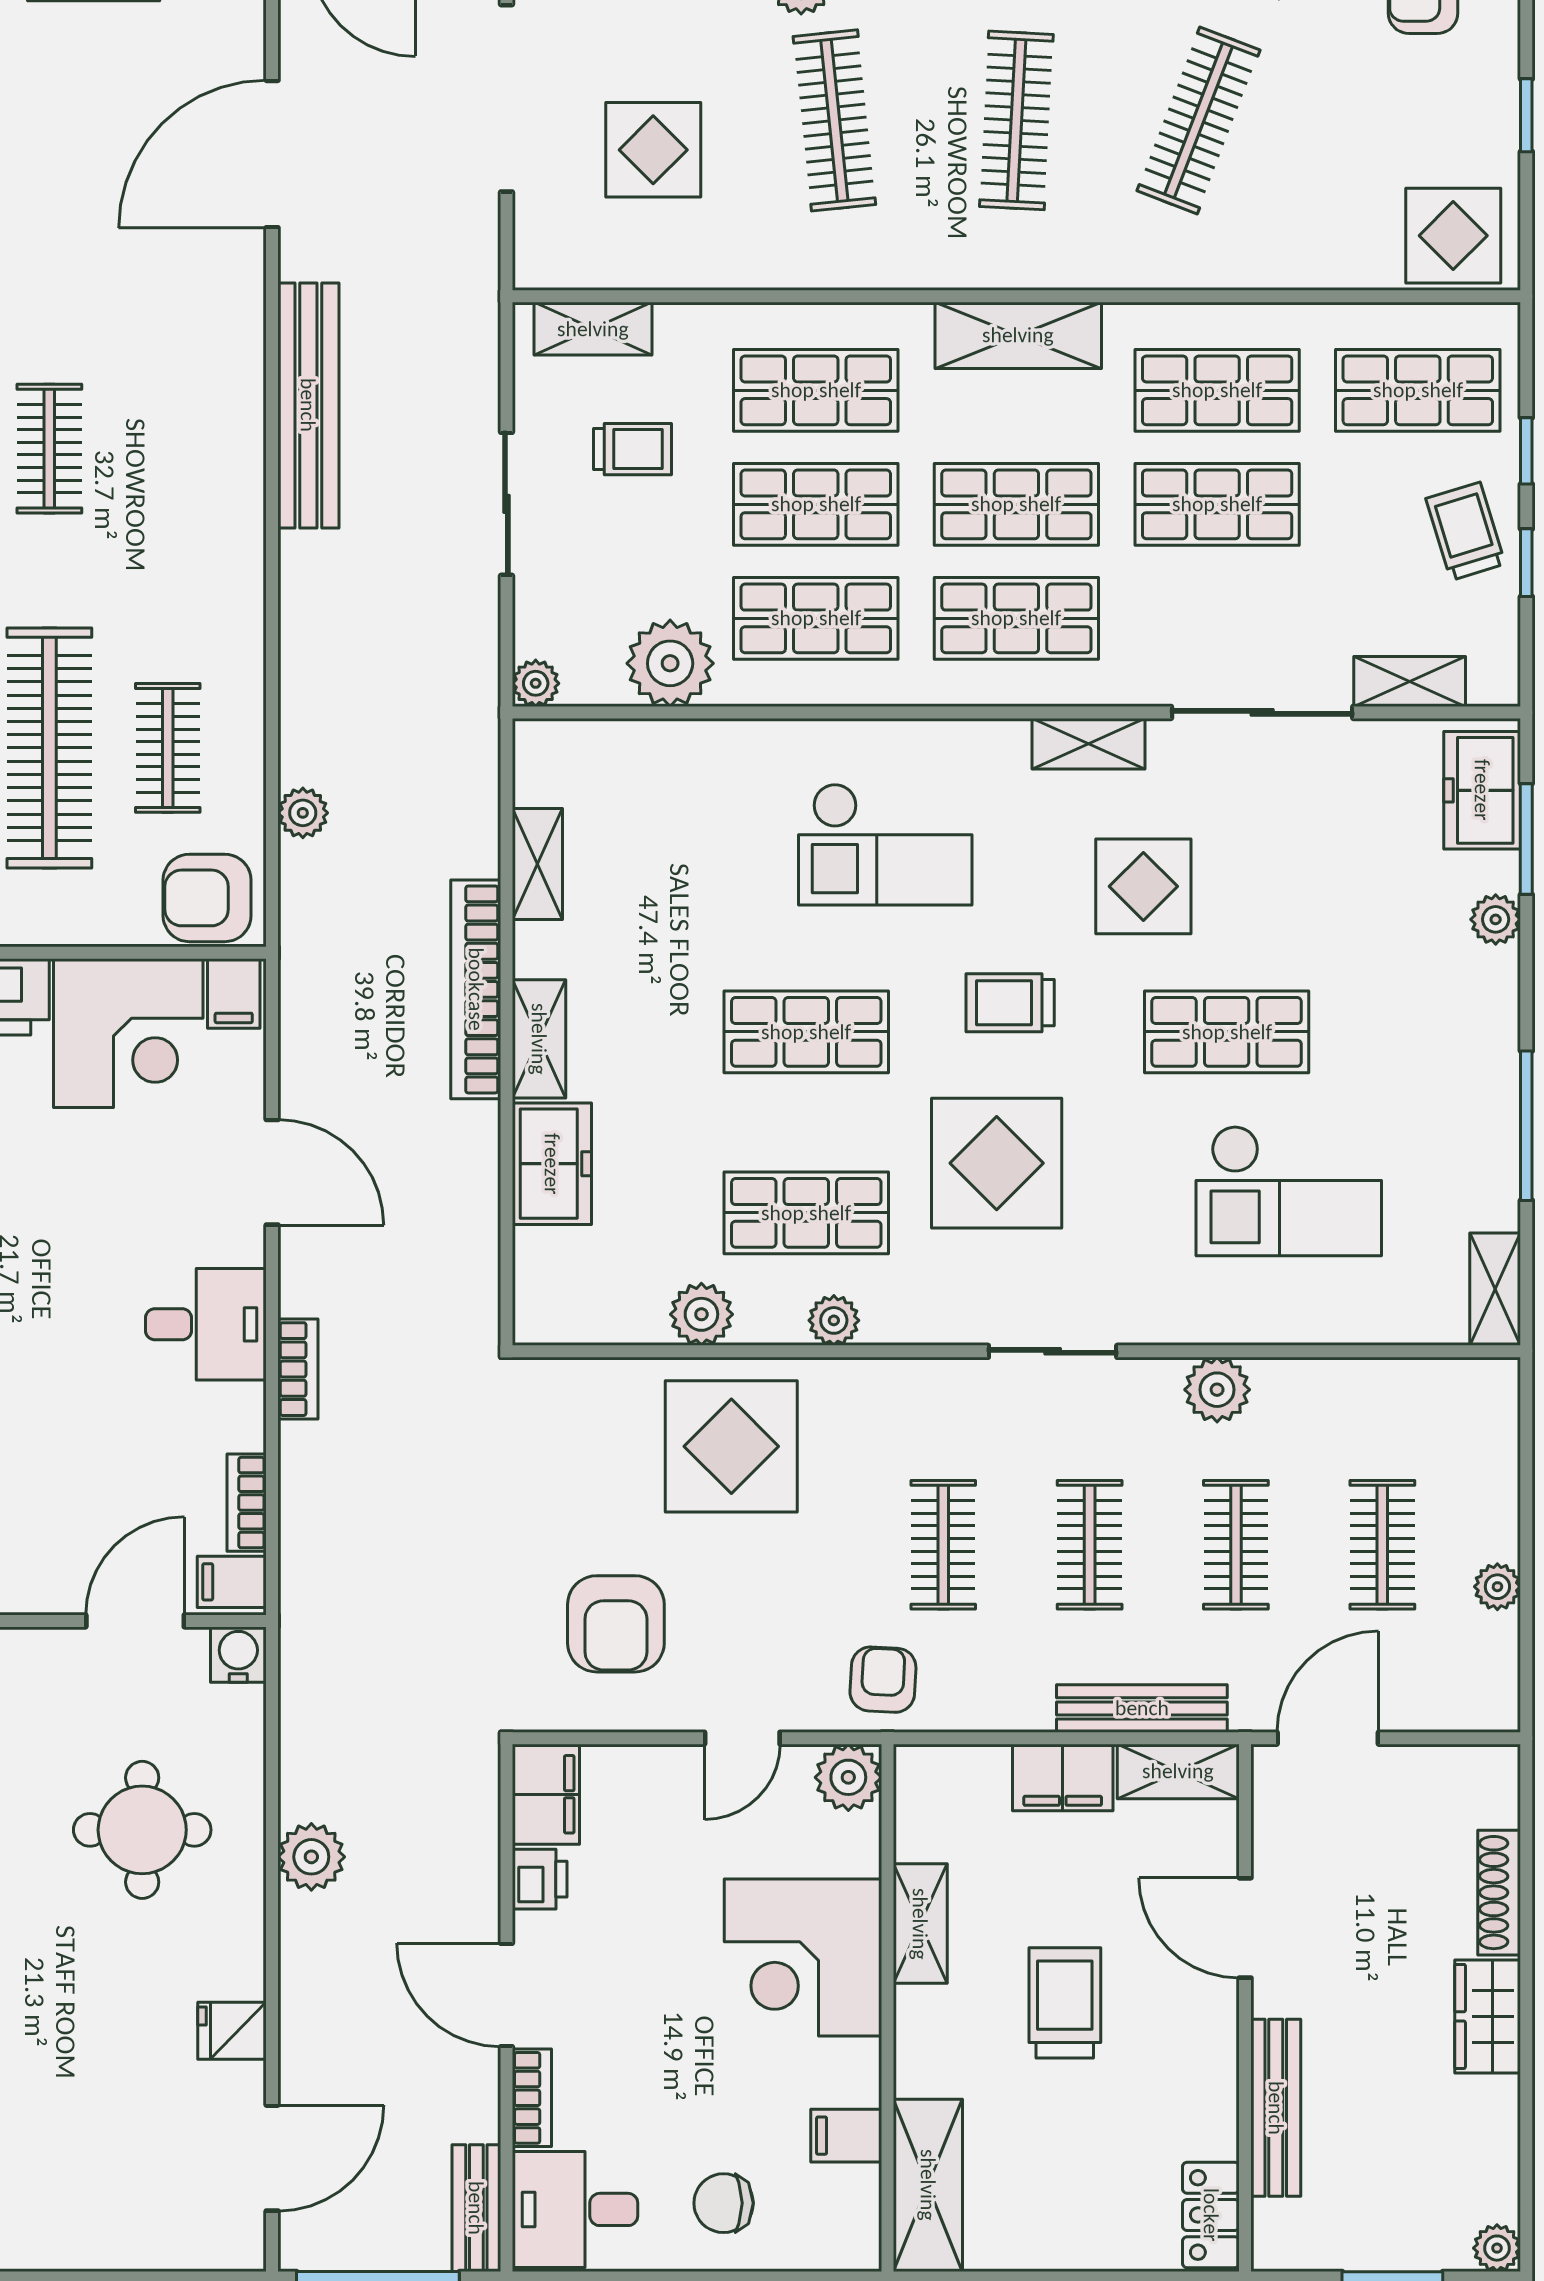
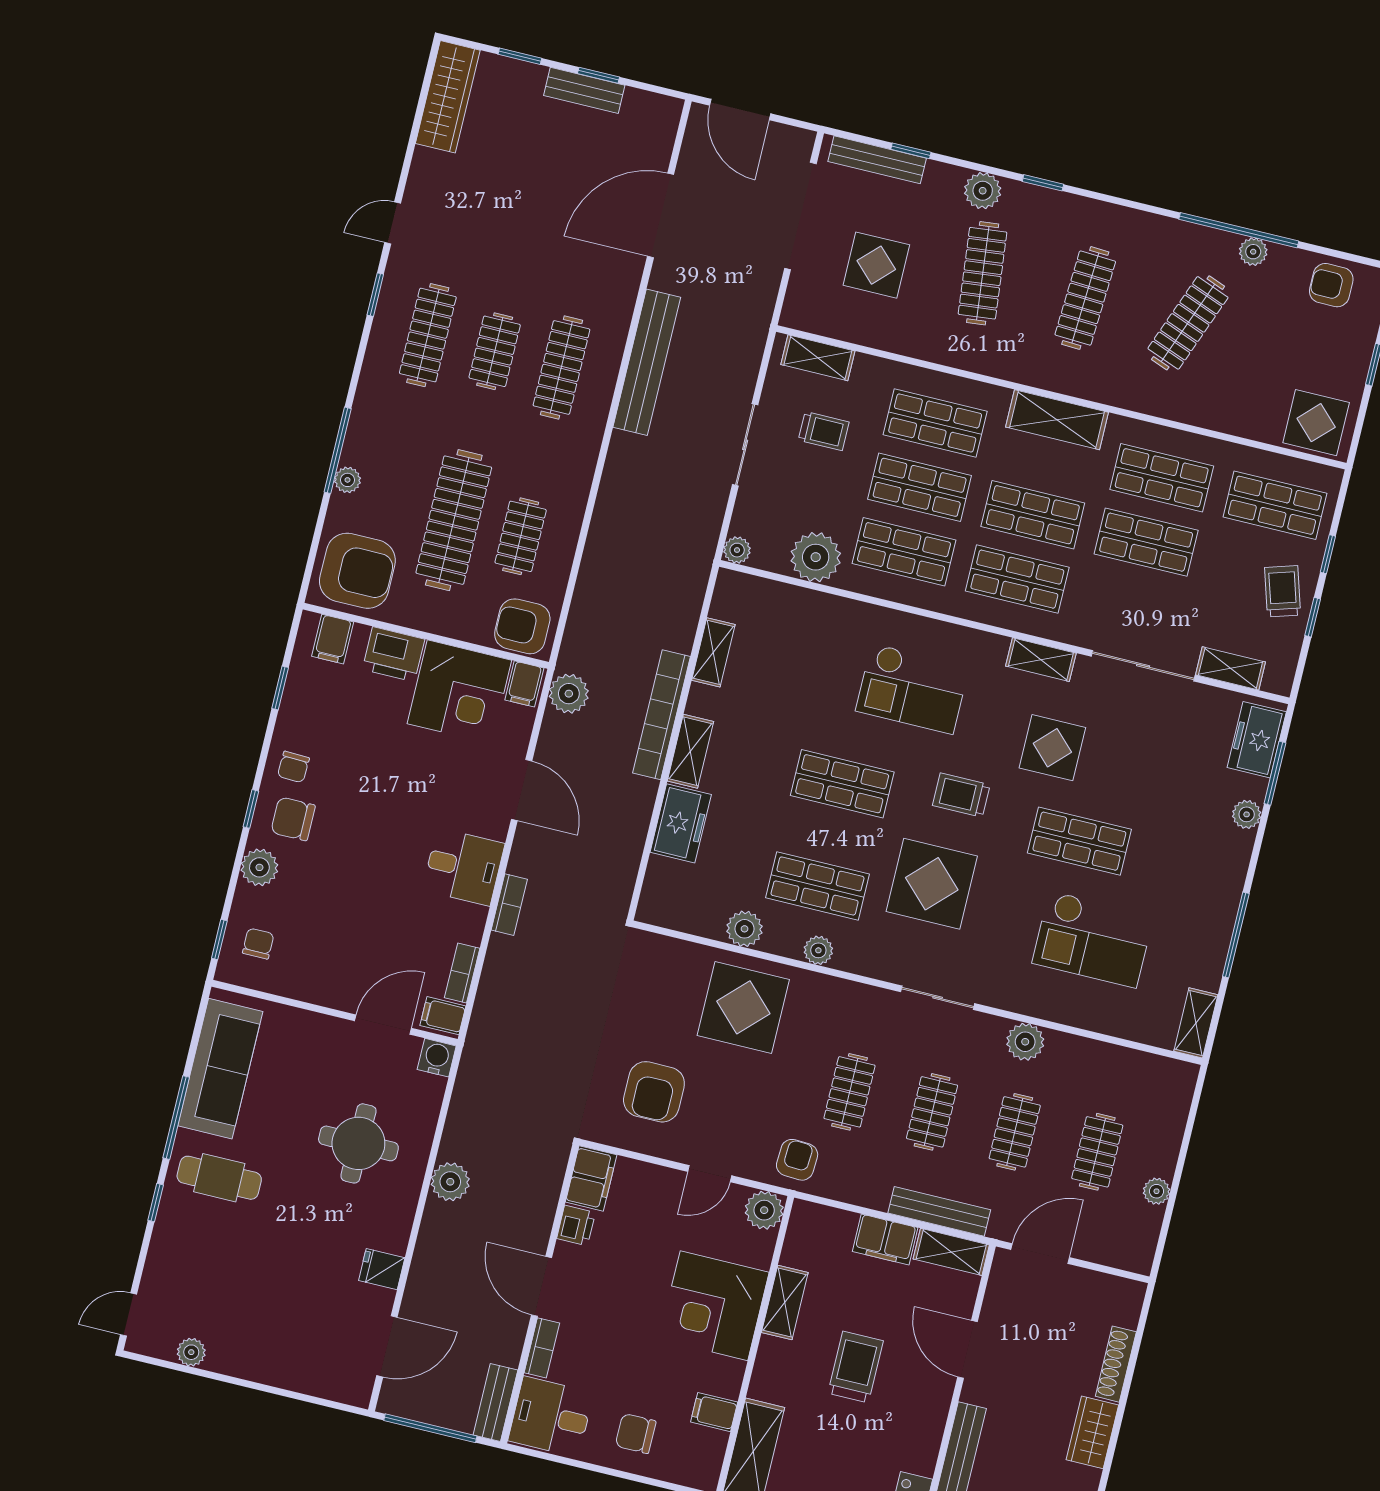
clothes rail: (168, 449) -> (561, 367), added
plant: (303, 813) -> (569, 694), moved, width x1.38, depth x1.38

